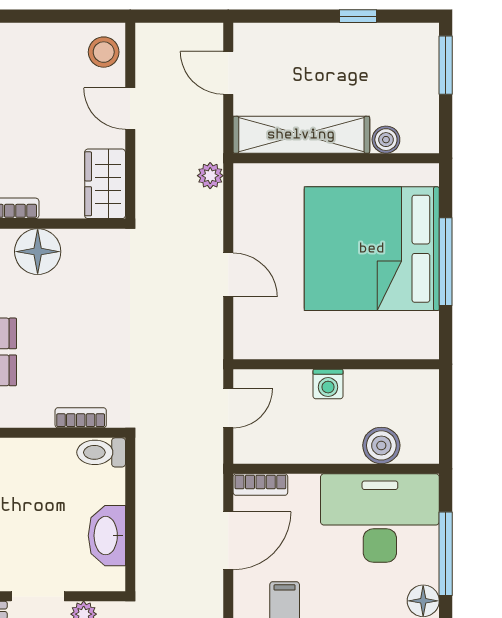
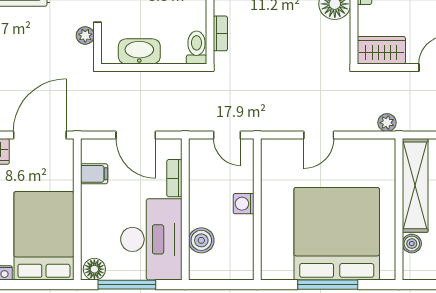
bookcase: (260, 485) -> (174, 178), moved

